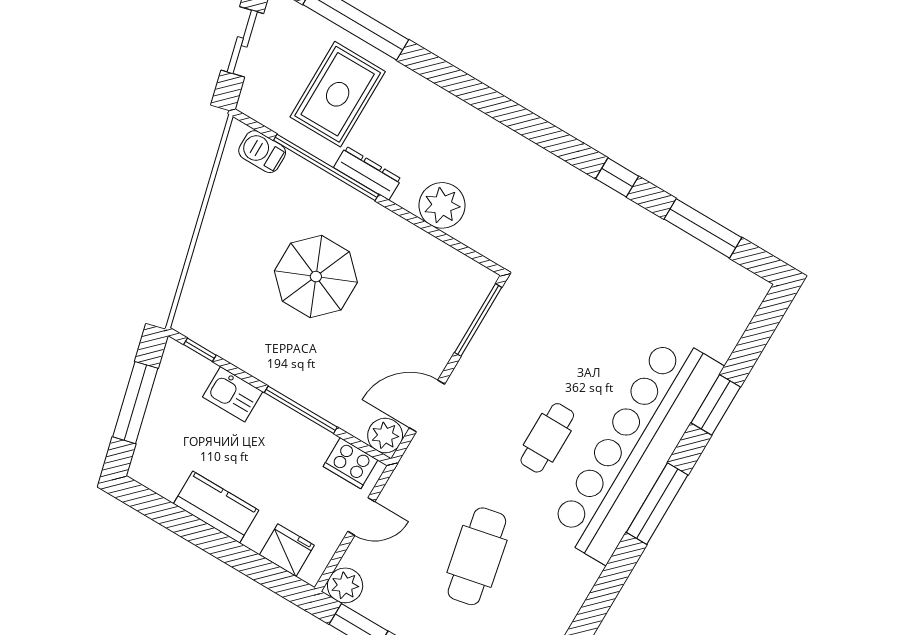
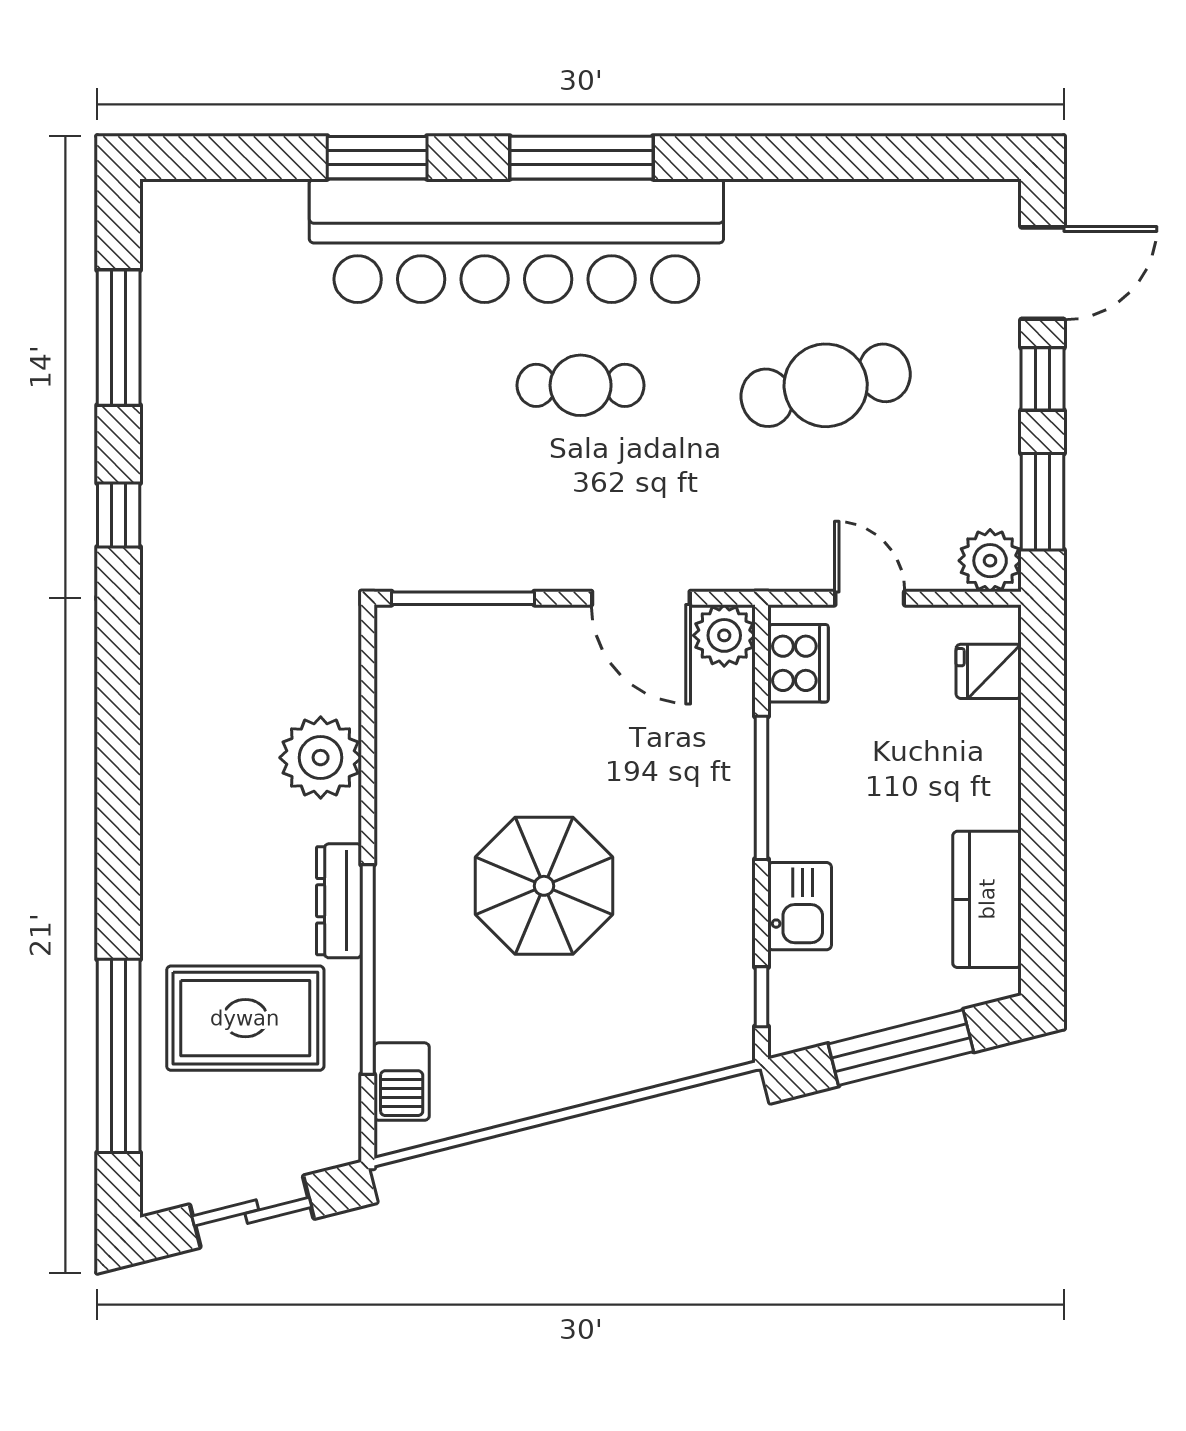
kitchen counter: (216, 507) -> (987, 899), moved
fridge: (287, 550) -> (989, 671), width x0.72

